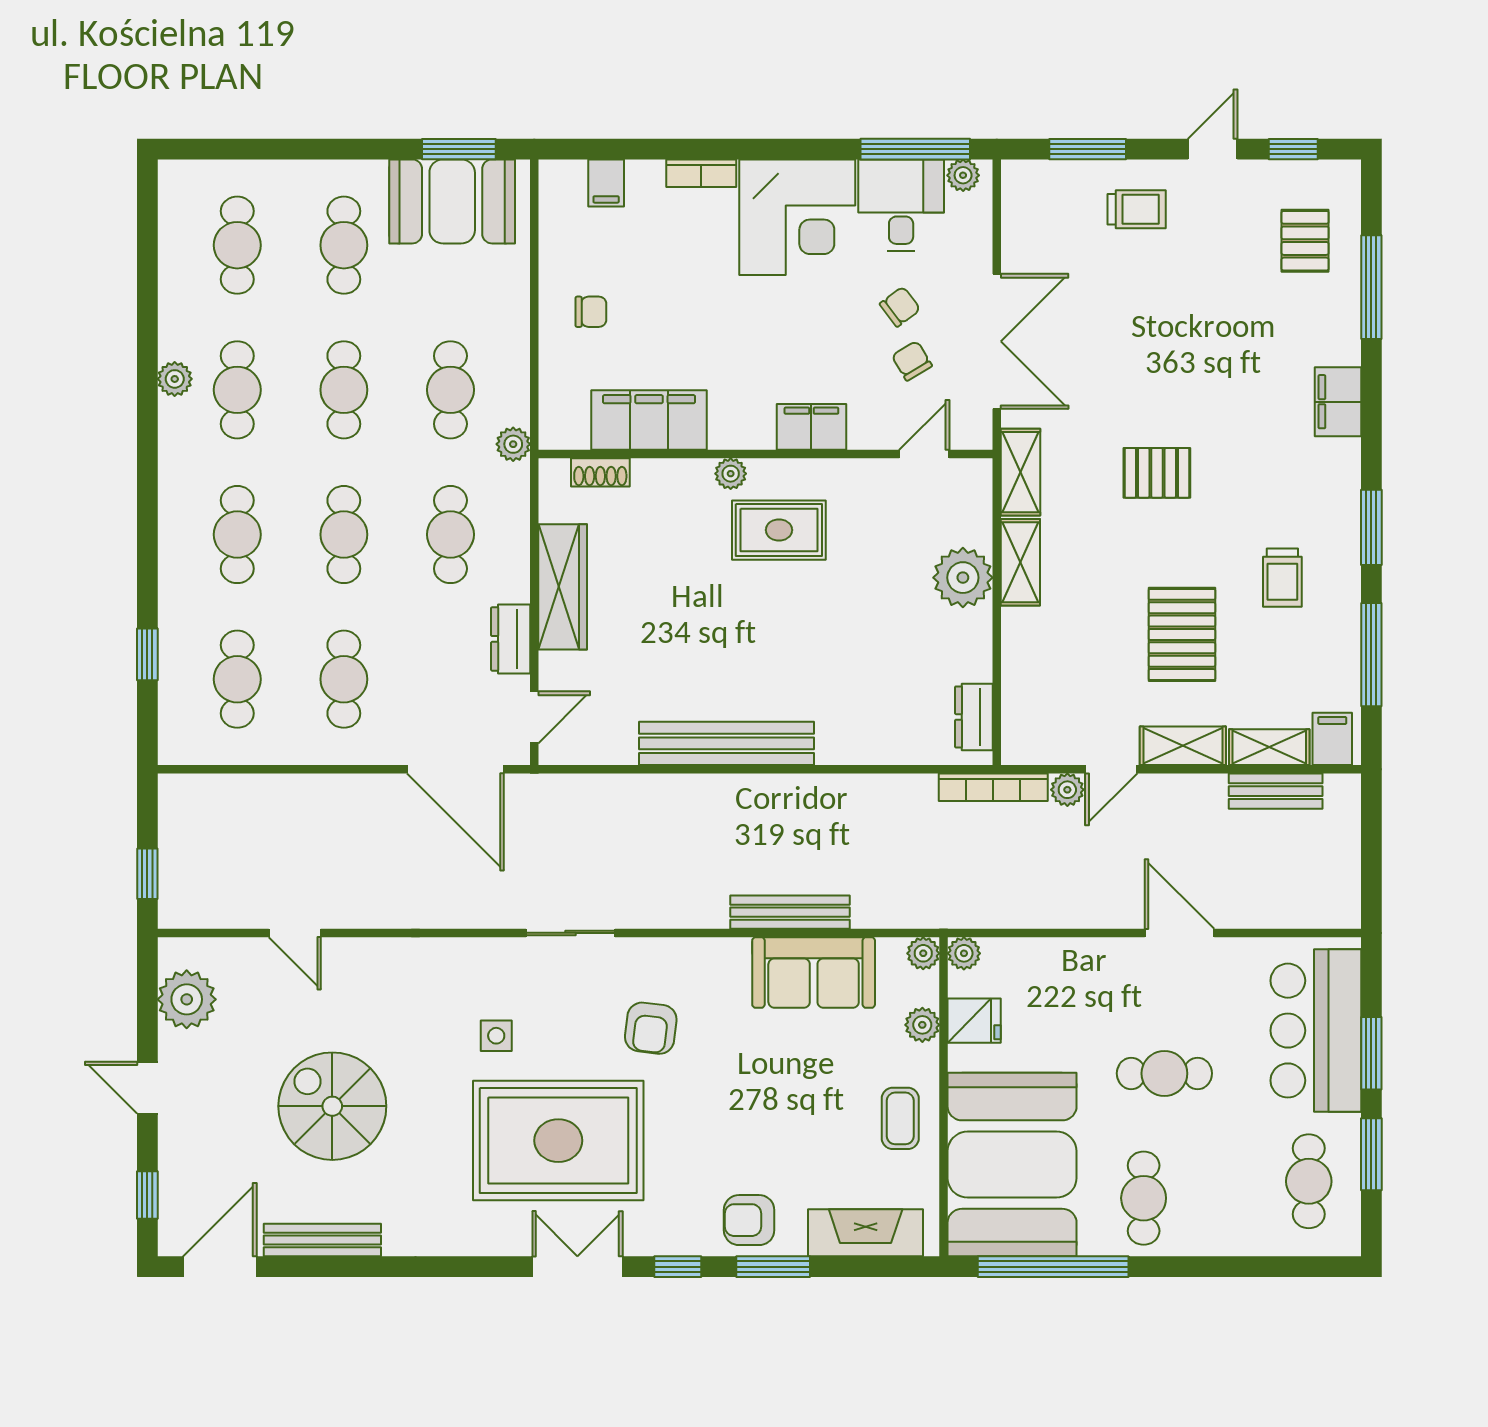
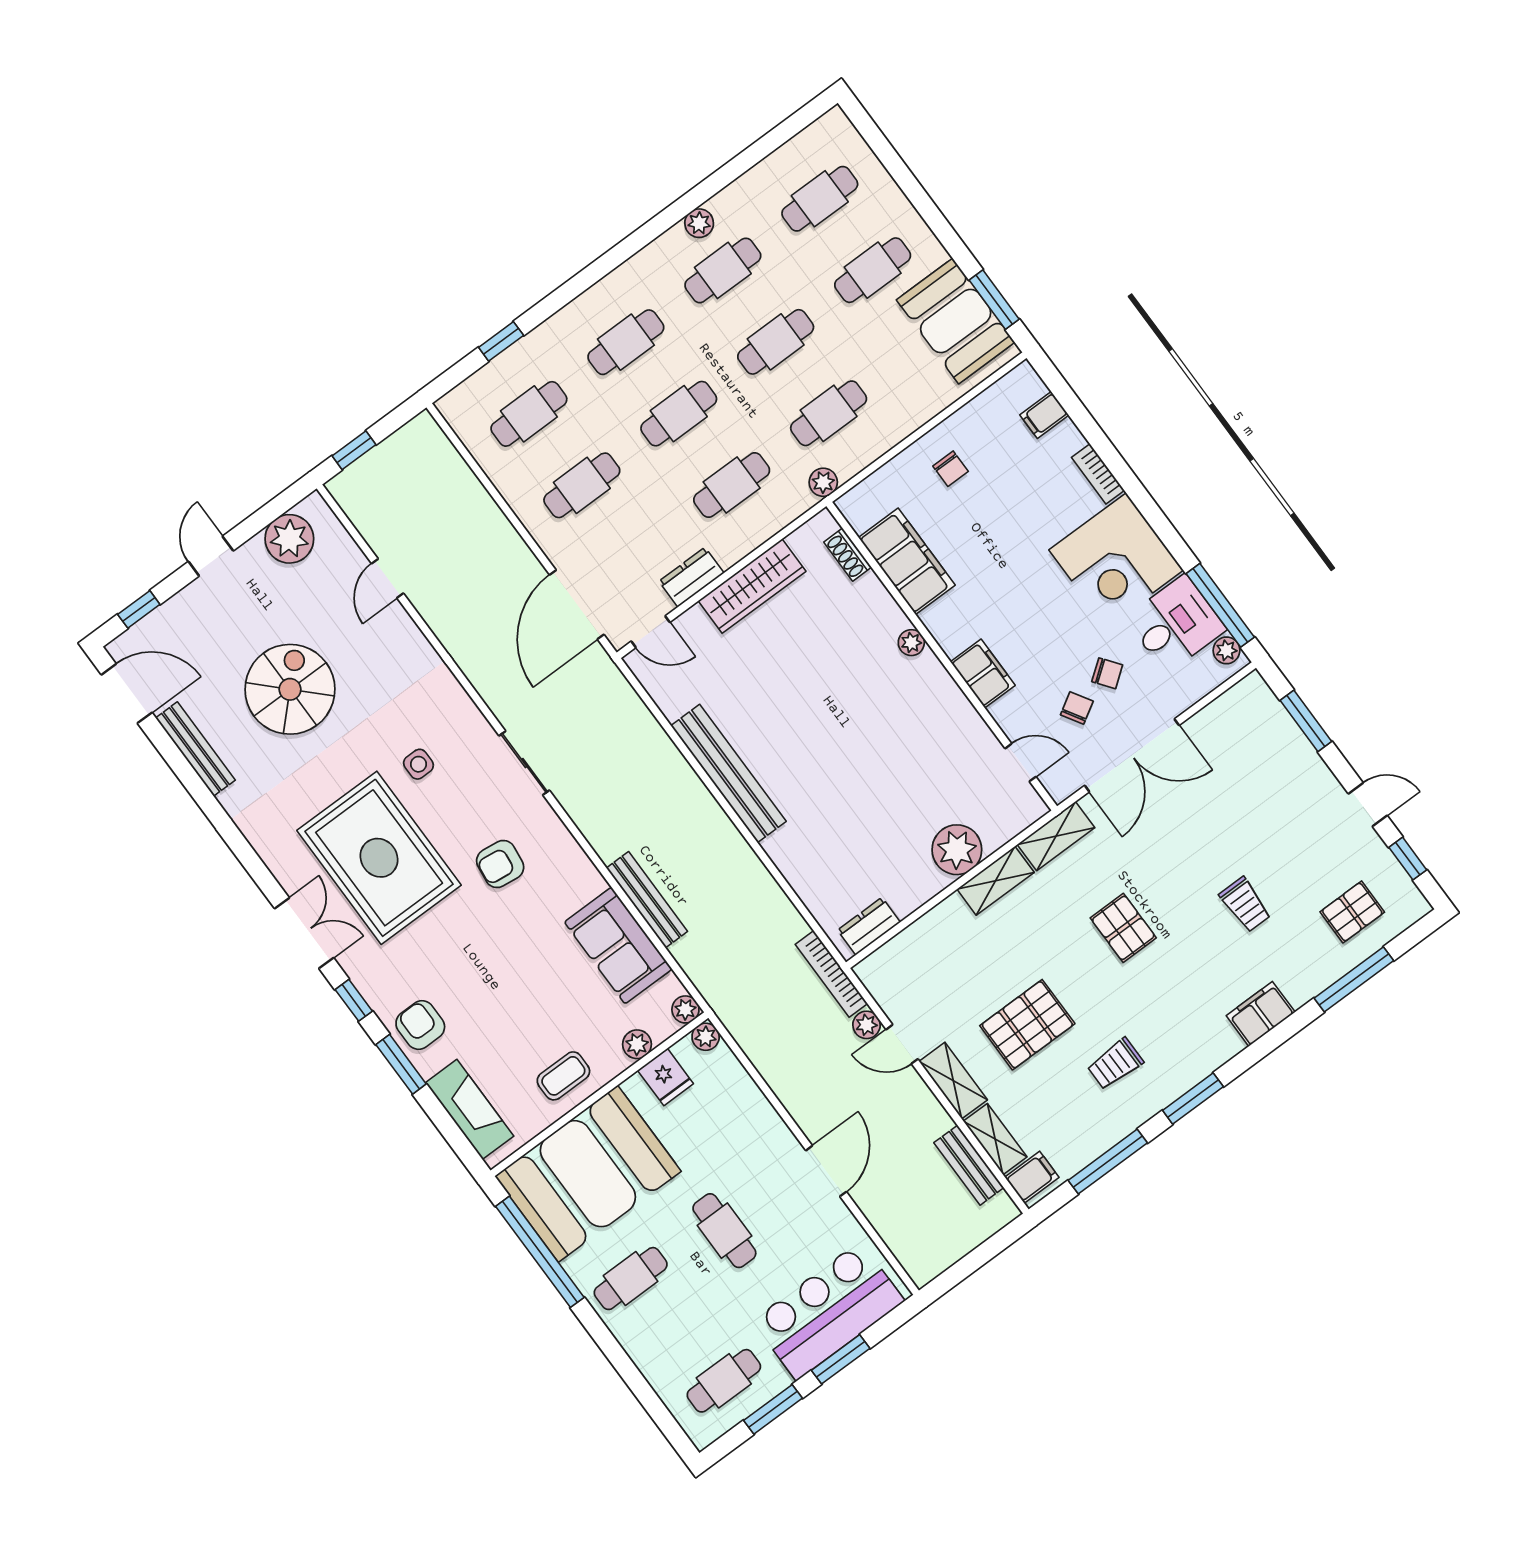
trolley: (1137, 209) -> (1245, 905), moved
rug: (779, 530) -> (898, 703), removed

